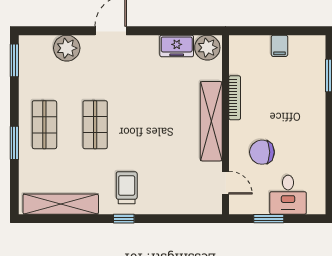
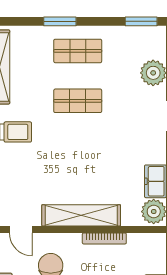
door: (226, 183) -> (21, 229), hinge flipped

